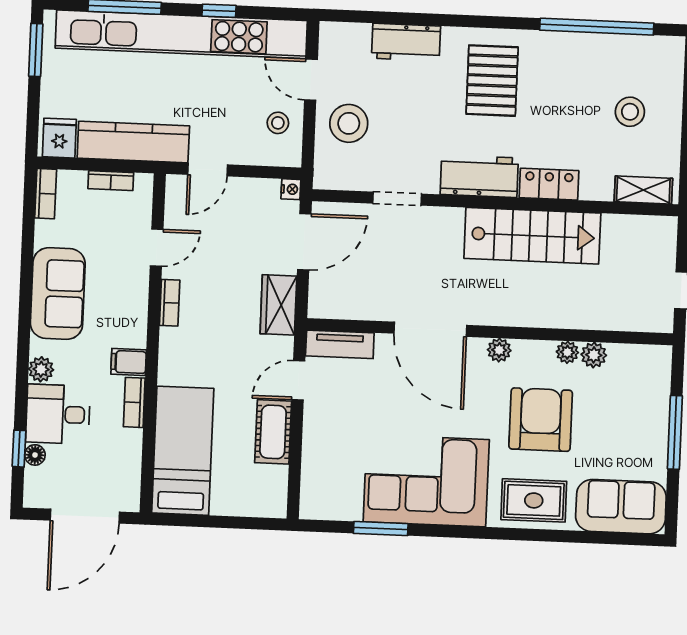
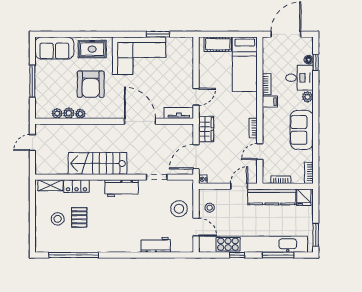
pallet: (492, 81) -> (79, 217), moved, width x0.67, depth x0.71
locker: (549, 184) -> (76, 186), moved
plant: (499, 350) -> (57, 113), moved
cot: (273, 432) -> (218, 44), moved, turned 90

